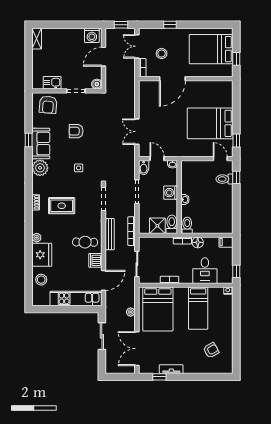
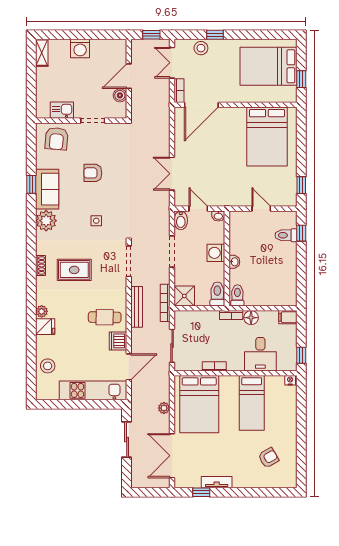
washing machine: (92, 35) -> (80, 48), moved
stool: (162, 53) -> (201, 48), moved
door: (172, 79) -> (201, 105), moved
boiler: (97, 84) -> (120, 95), moved
bed: (210, 123) -> (267, 137), moved, turned -90
door: (220, 159) -> (261, 209), moved
shower: (157, 226) -> (184, 296), moved
fridge: (42, 255) -> (45, 327), width x0.53, depth x0.75

